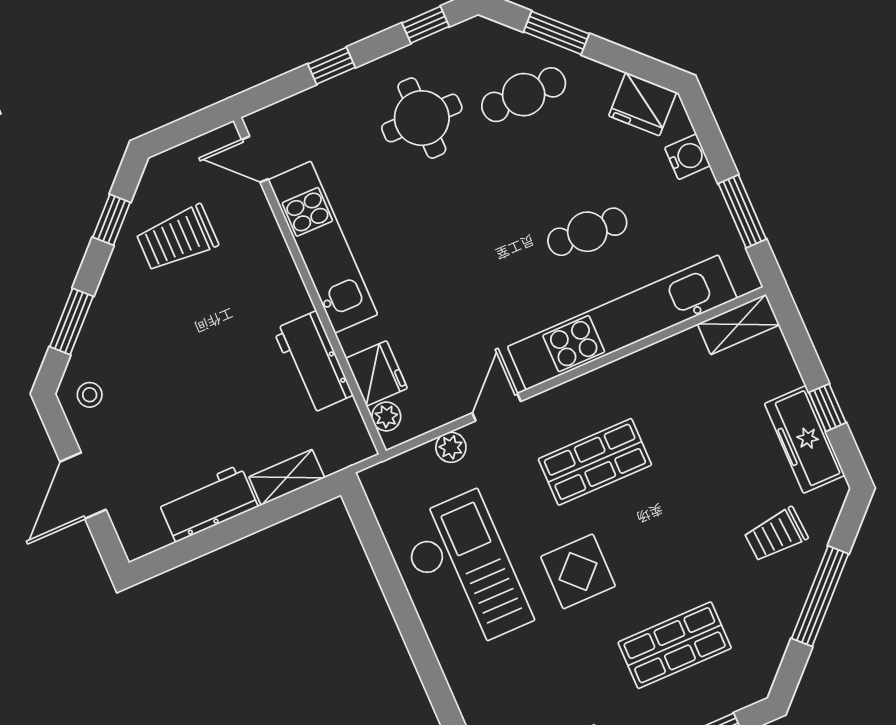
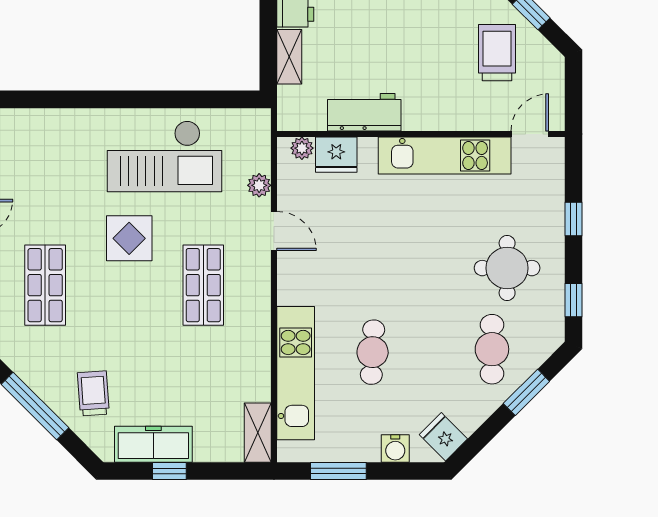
fridge: (643, 104) -> (443, 437), width x0.72
kitchen unit: (622, 322) -> (296, 373), width x0.73

